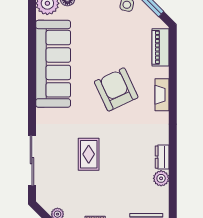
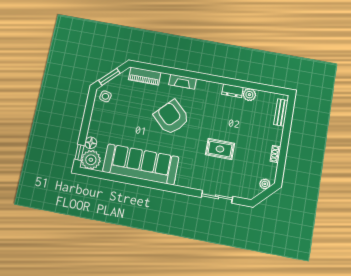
armchair: (116, 89) -> (171, 117), turned 69
sliding door: (32, 161) -> (217, 197), width x0.73

